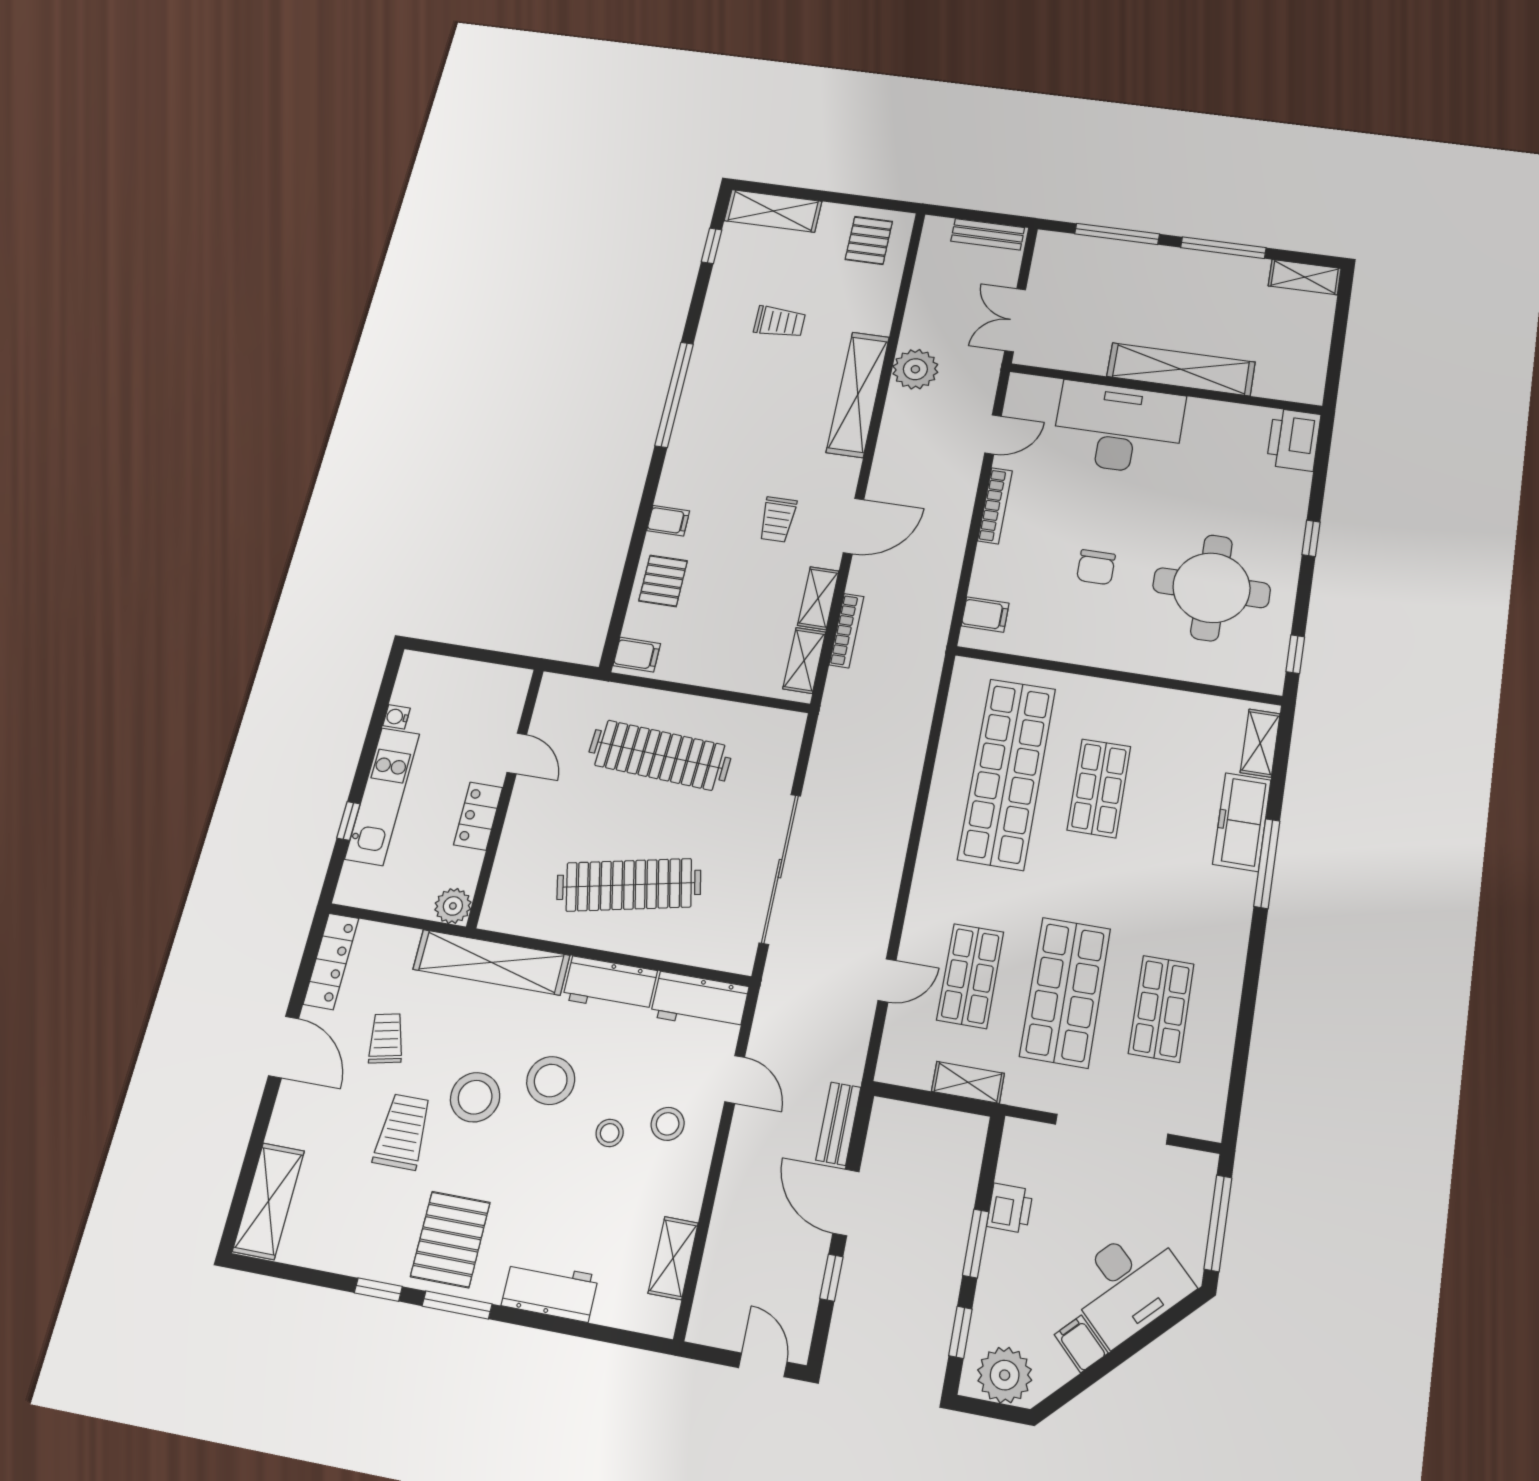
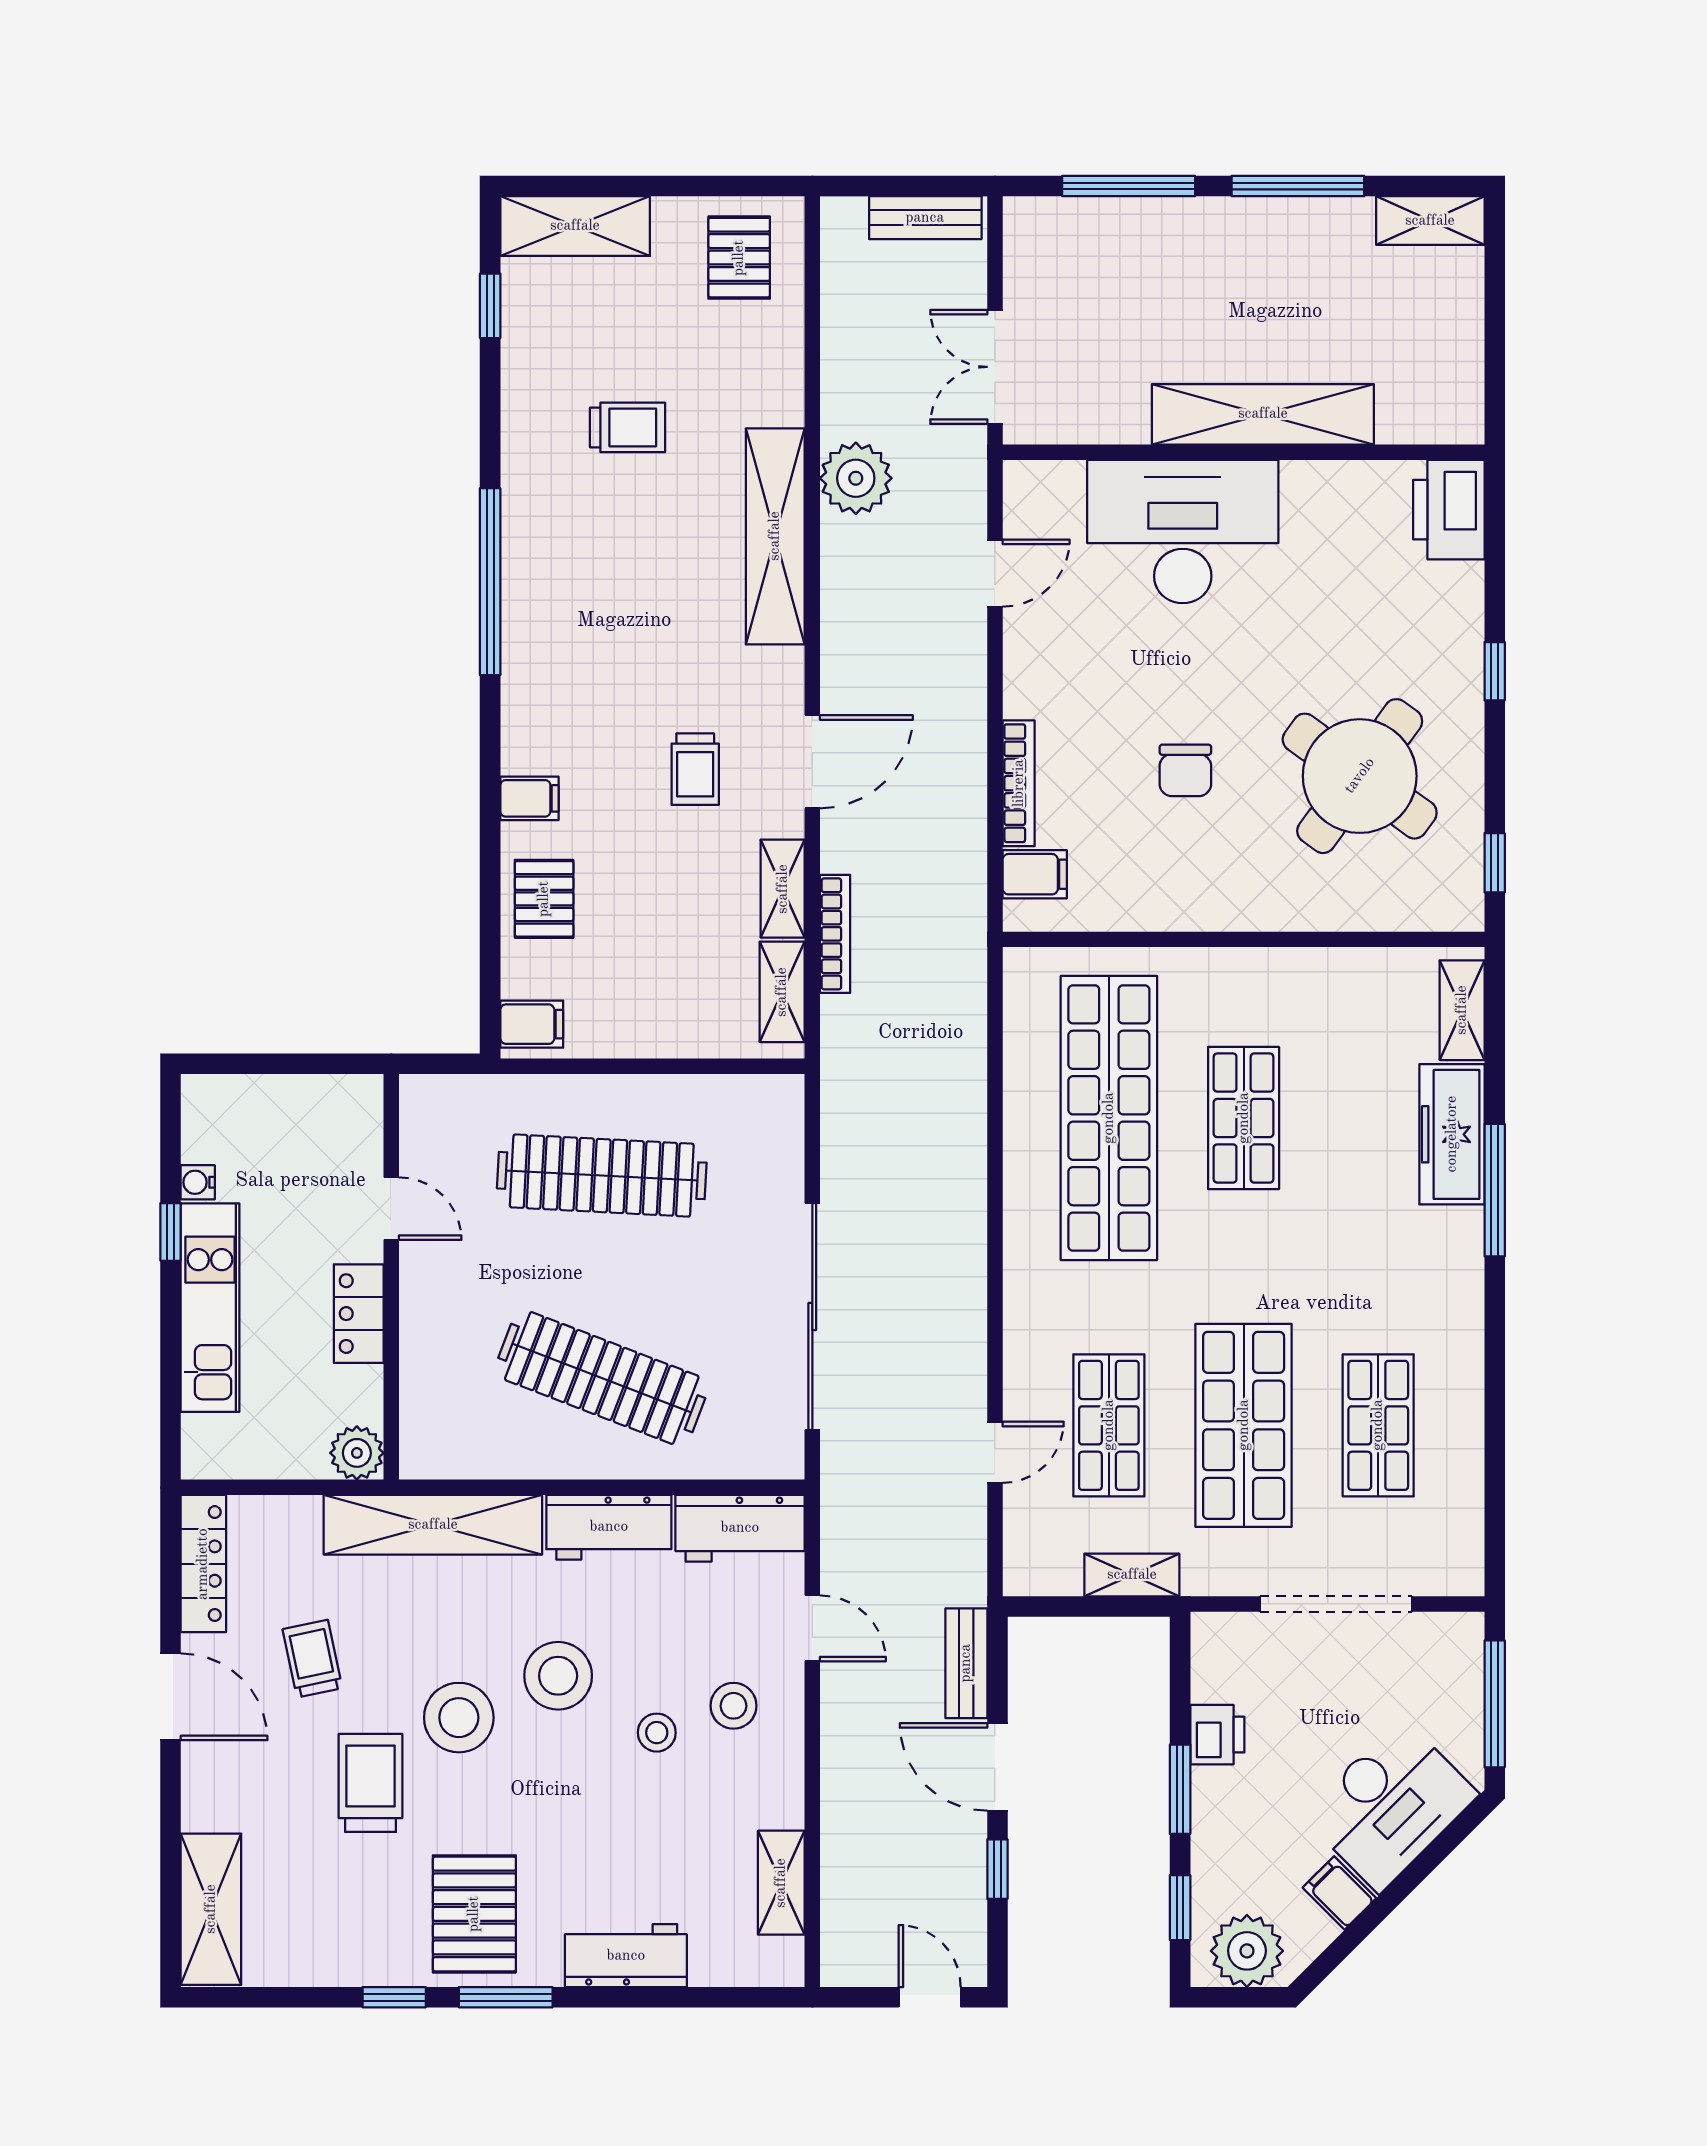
bookcase: (995, 506) -> (1019, 783), moved
round table: (1212, 588) -> (1360, 776), turned 36
window: (348, 821) -> (171, 1232), moved
clothes rail: (629, 885) -> (602, 1378), turned 33

